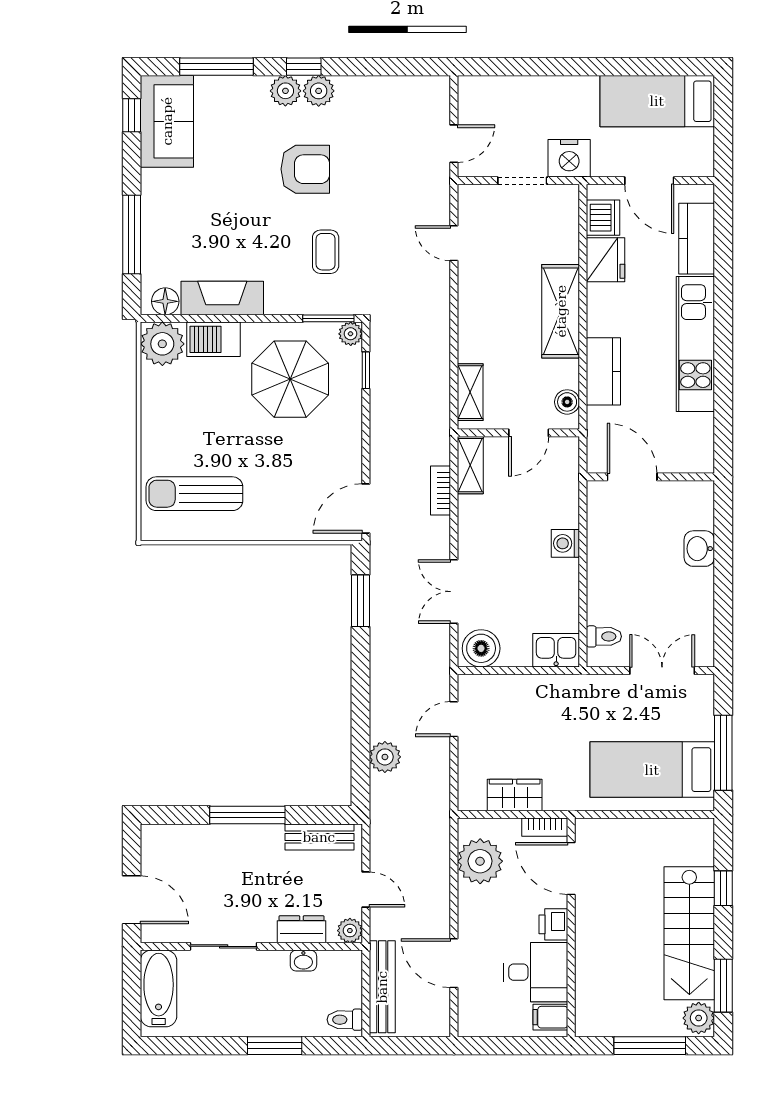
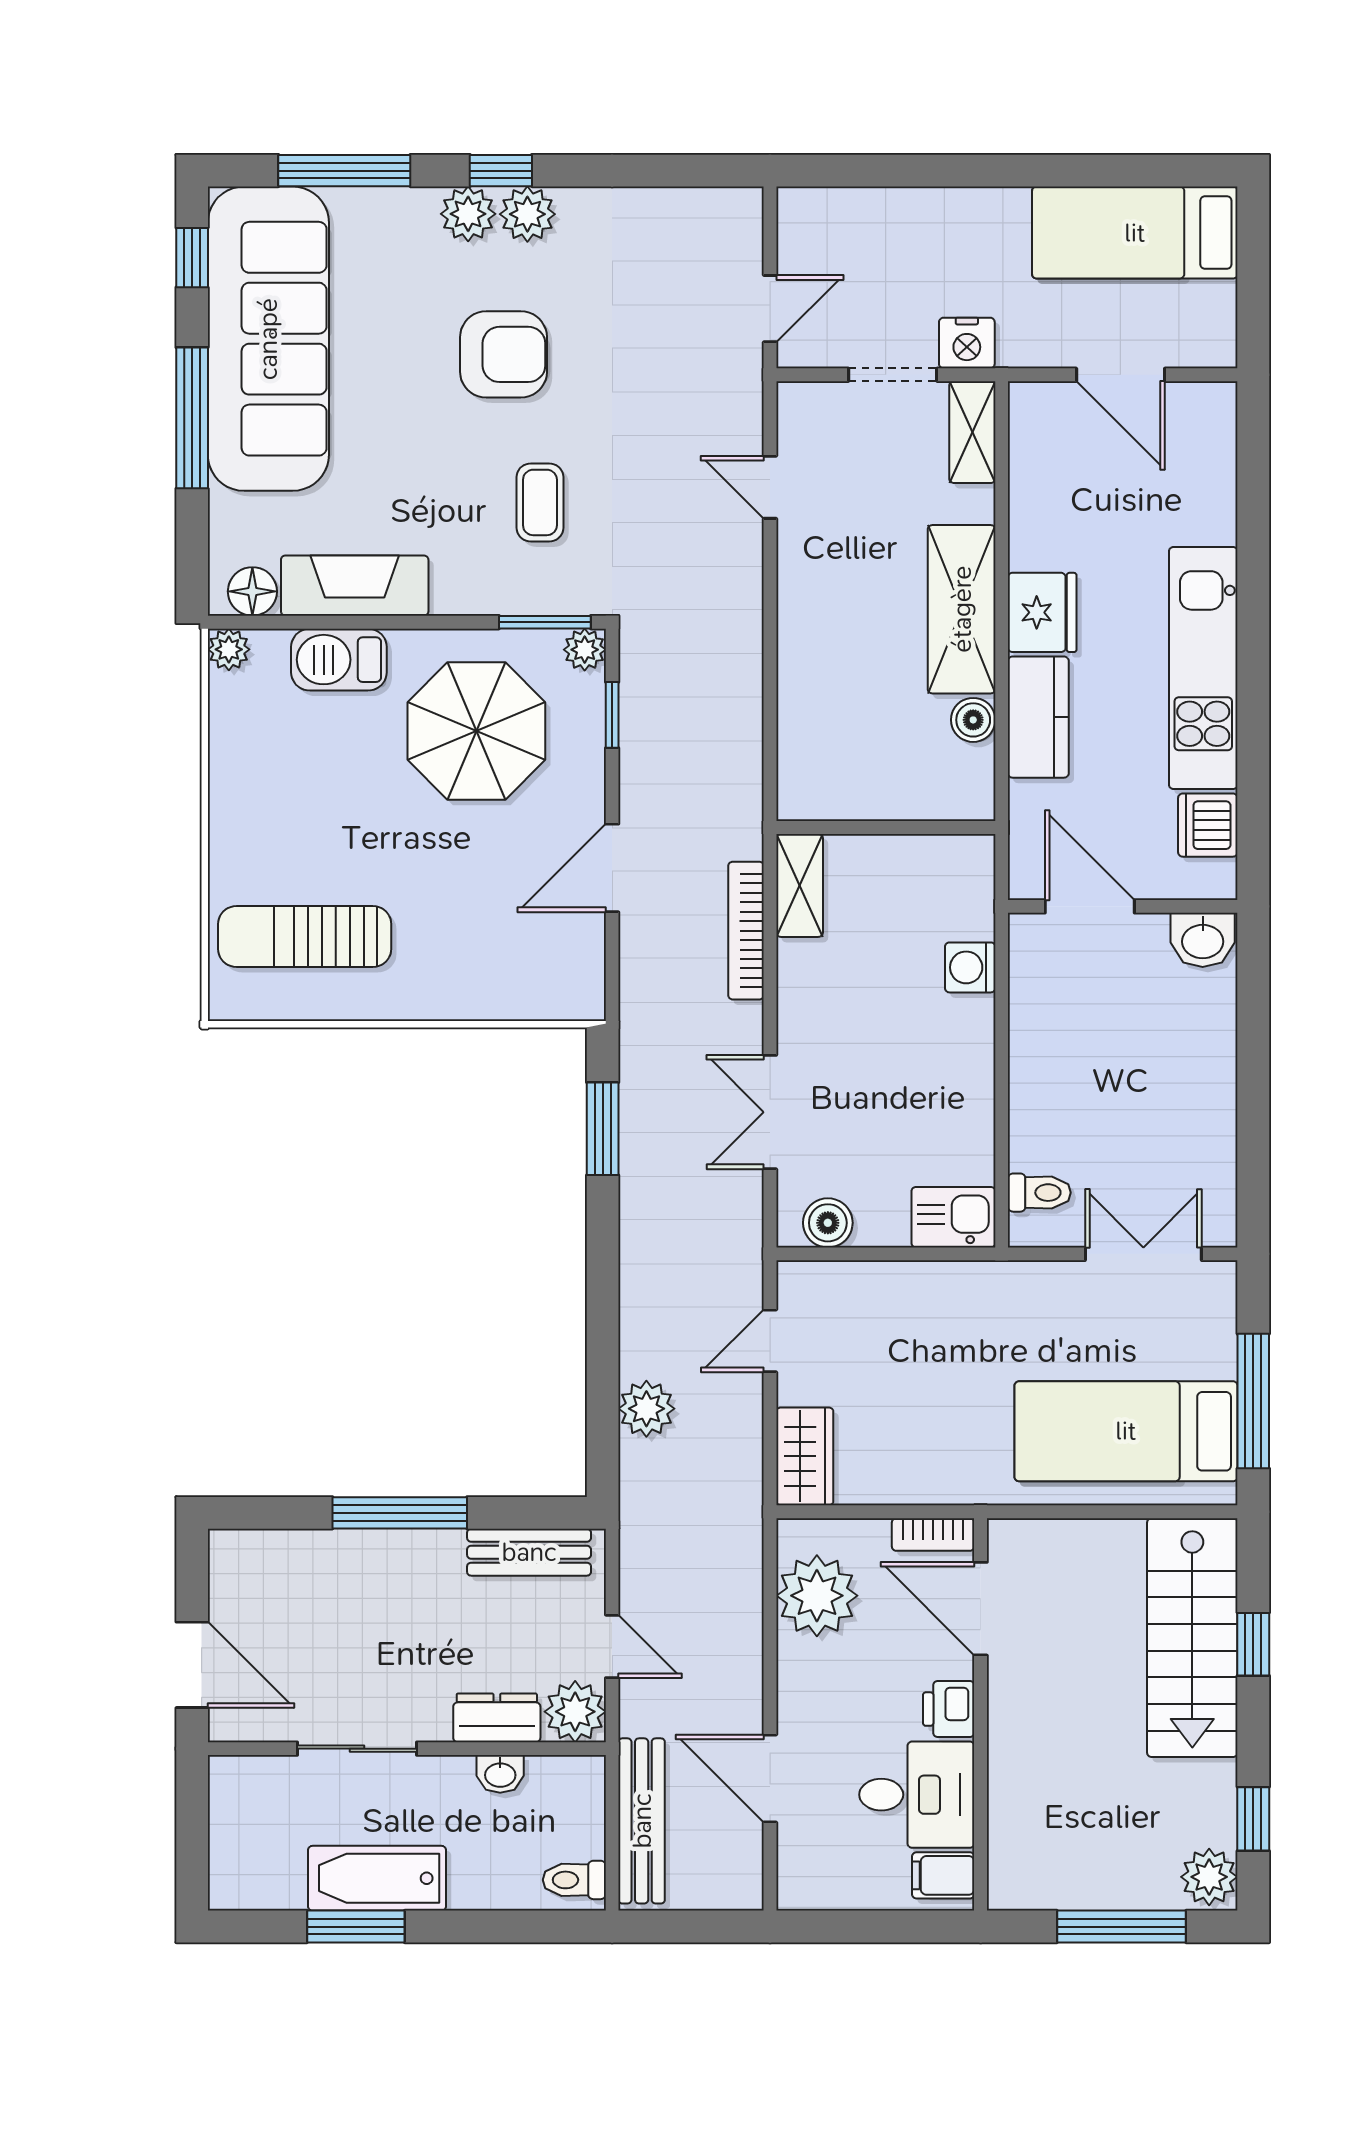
sofa: (167, 121) -> (268, 339), width x1.85, depth x1.27
nightstand: (569, 158) -> (967, 343), width x0.74, depth x0.75
dishwasher: (603, 218) -> (1208, 825), moved, turned 180
window: (132, 234) -> (192, 418), moved
kitchen counter: (697, 239) -> (1206, 479), removed
fridge: (606, 260) -> (1042, 612), moved
plant: (162, 344) -> (229, 649), width x0.53, depth x0.53
shelving: (470, 392) -> (972, 432), moved
boiler: (567, 402) -> (973, 720), moved
door: (529, 433) -> (904, 827), removed
bookcase: (440, 490) -> (746, 931), width x1.56
door: (366, 508) -> (612, 868), moved
washing machine: (565, 543) -> (970, 967), moved
washbasin: (699, 549) -> (1203, 940), moved, turned -90
boiler: (481, 648) -> (828, 1223), width x0.73, depth x0.73
wardrobe: (515, 795) -> (805, 1456), moved, turned 90
plant: (350, 931) -> (575, 1712), width x1.38, depth x1.38
stairs: (689, 933) -> (1192, 1638), moved
window: (723, 986) -> (1253, 1819), width x0.67
bathtub: (159, 988) -> (377, 1878), moved, turned -90
window: (275, 1046) -> (356, 1927), moved

